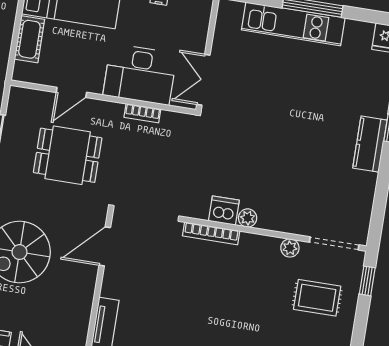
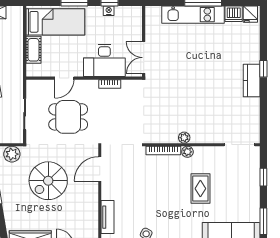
dishwasher: (224, 211) -> (234, 14), moved, turned 180
plant: (290, 248) -> (187, 152), moved
window: (367, 281) -> (263, 177), moved
rug: (317, 298) -> (200, 189), moved, turned 90

